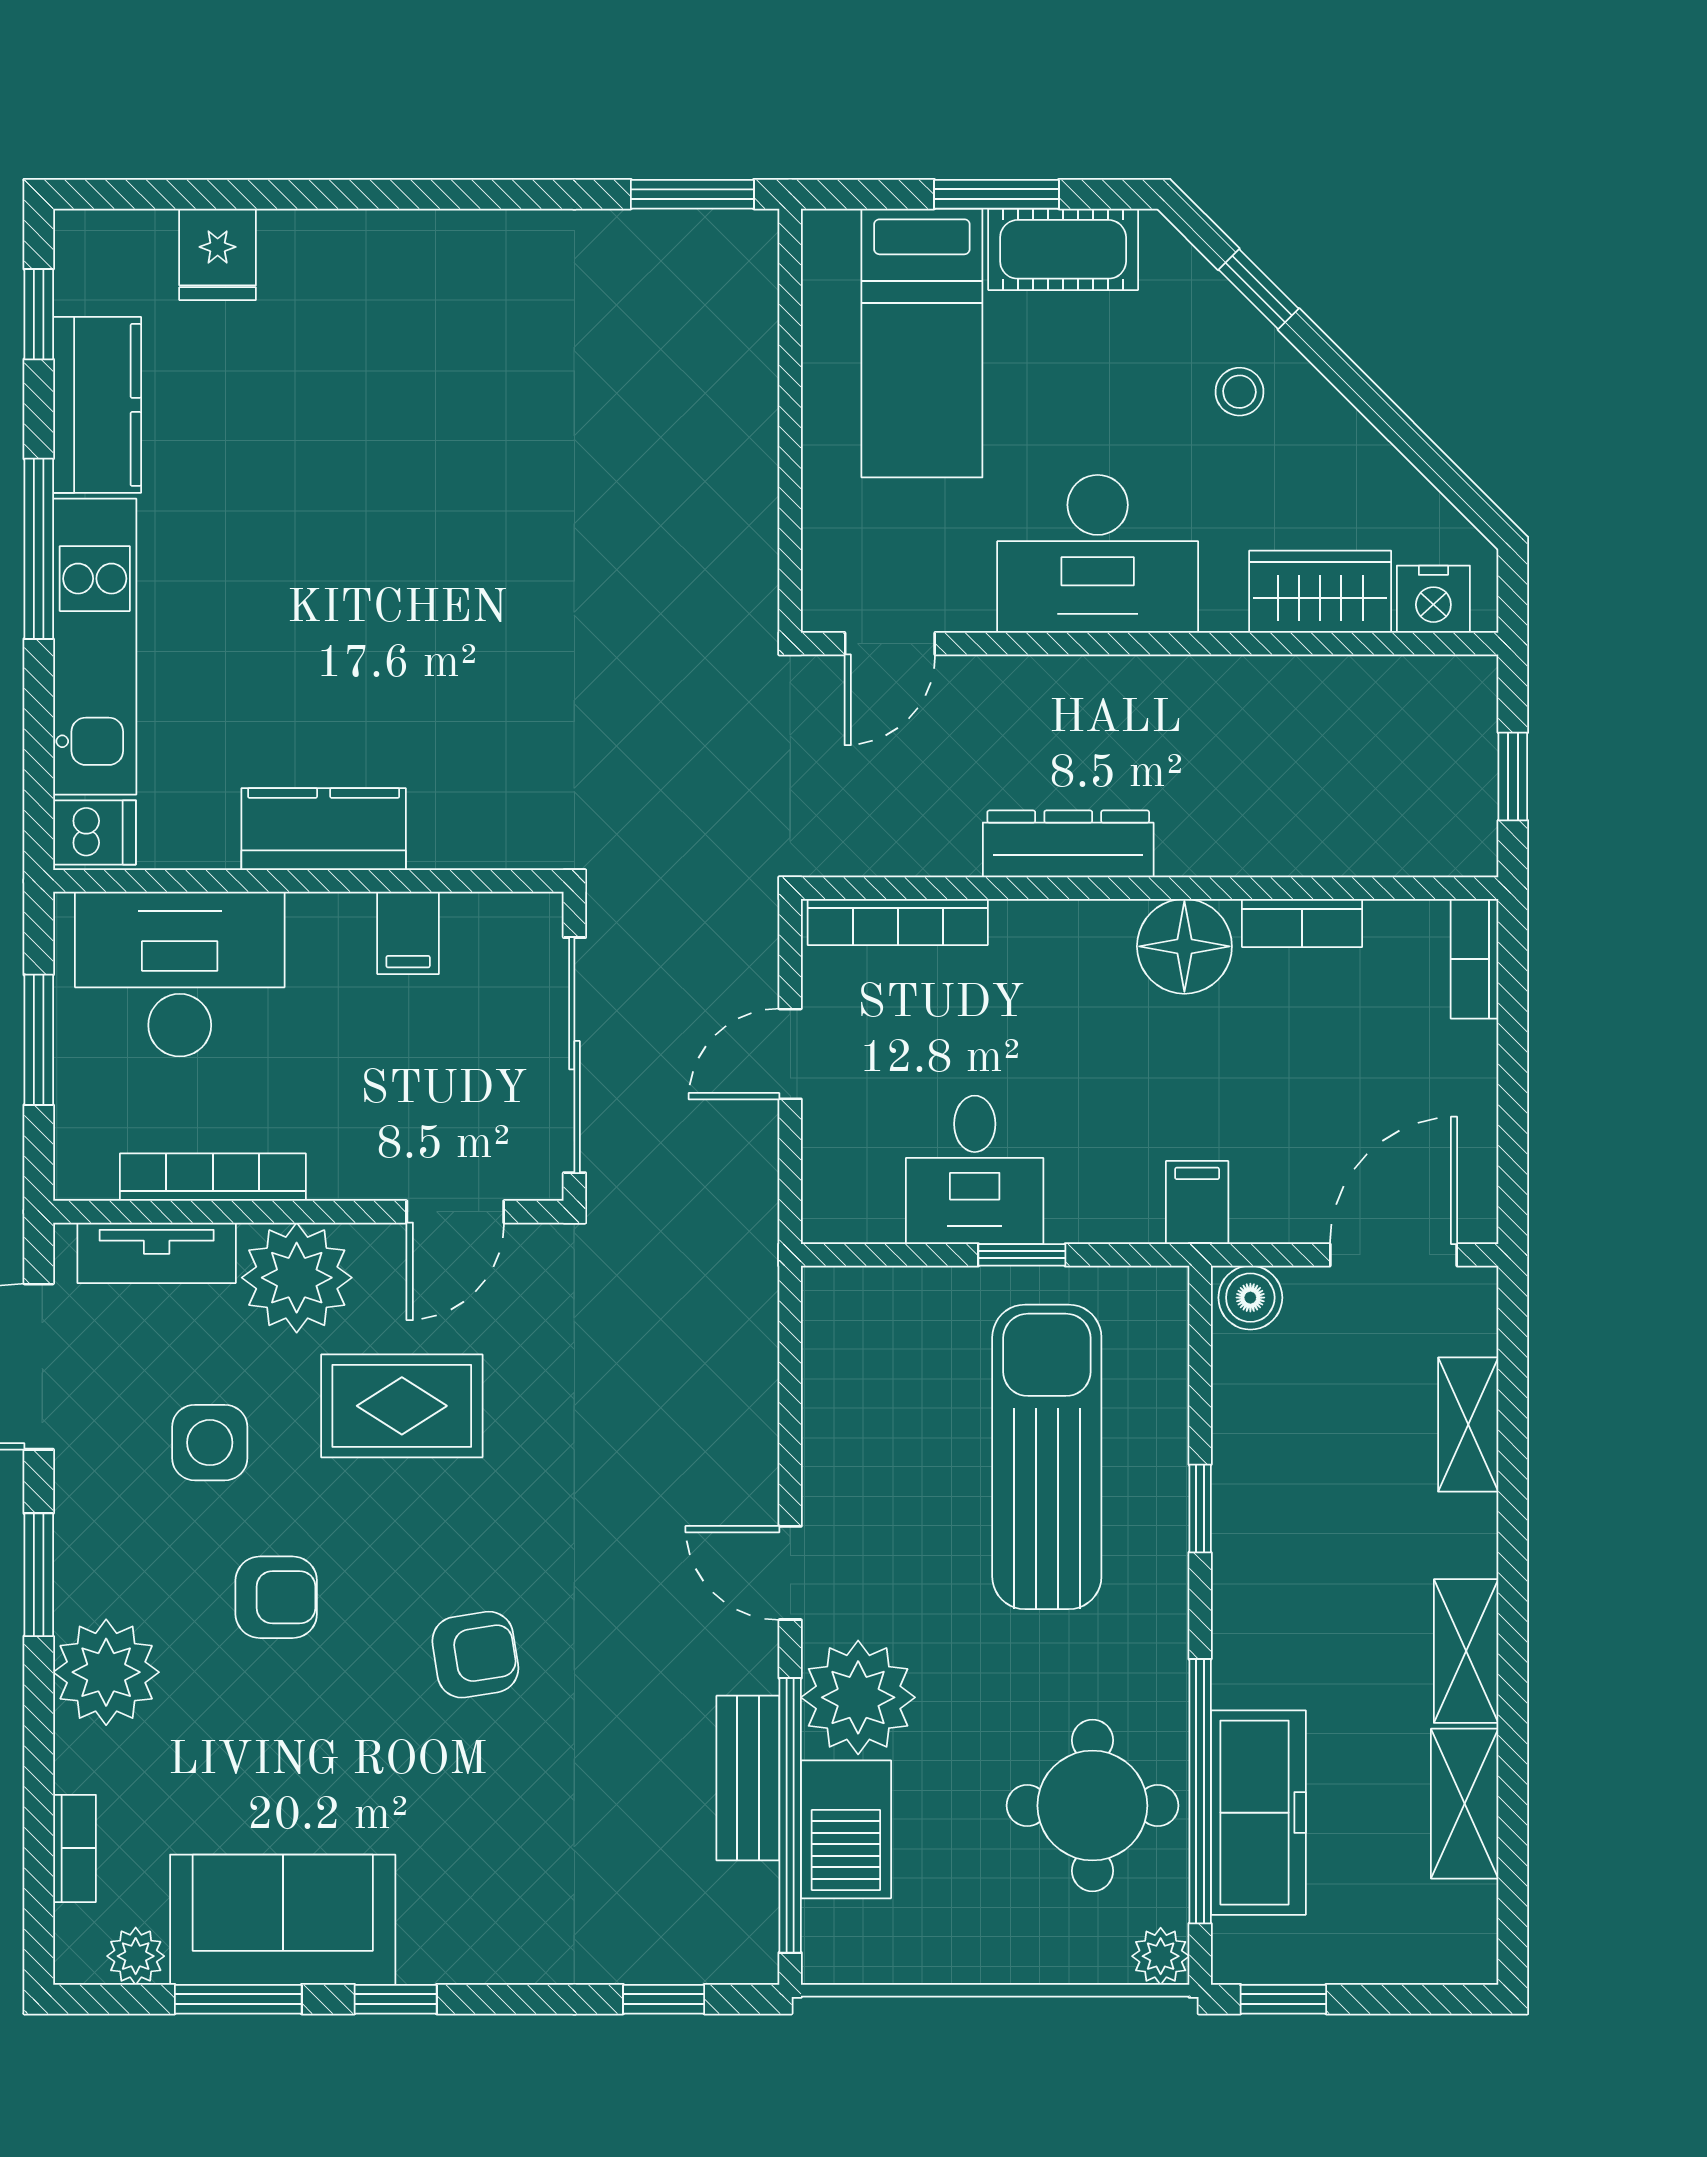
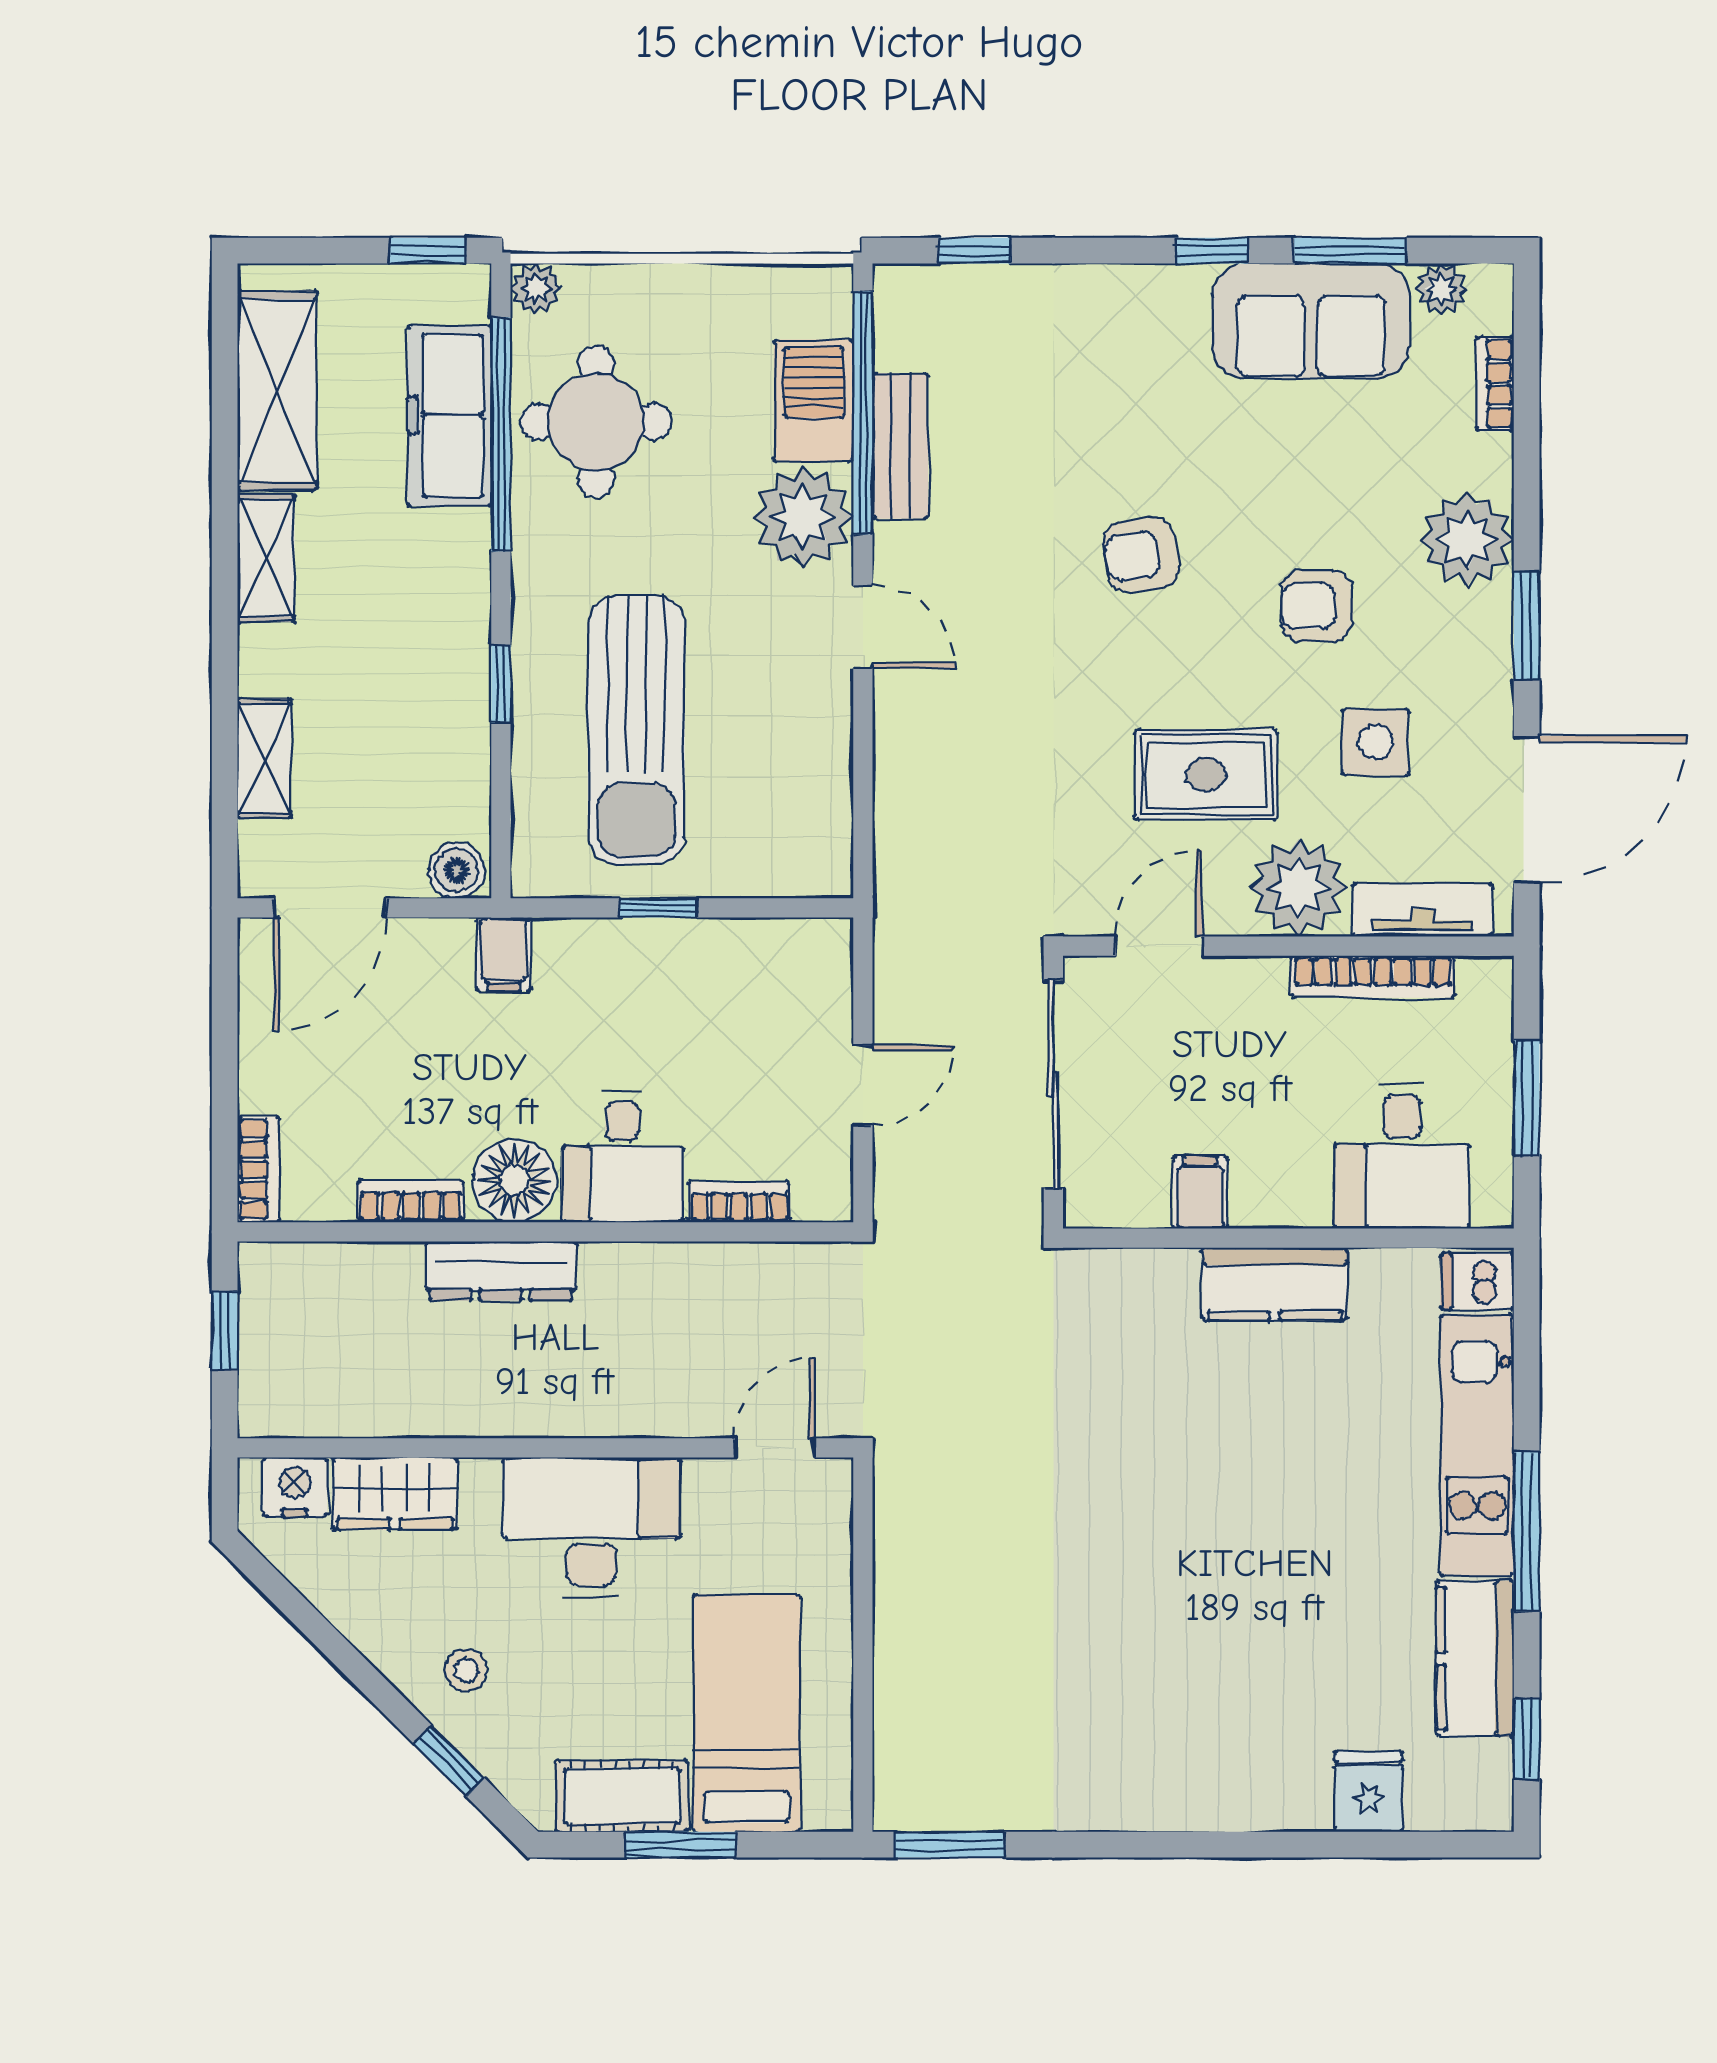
dresser: (1068, 844) -> (501, 1271), moved
bookcase: (898, 922) -> (739, 1202), width x0.64
desk: (180, 974) -> (1402, 1156), width x0.73
desk: (975, 1170) -> (622, 1157), moved, turned 180
shelving: (1465, 1804) -> (277, 390), width x1.50, depth x1.33

